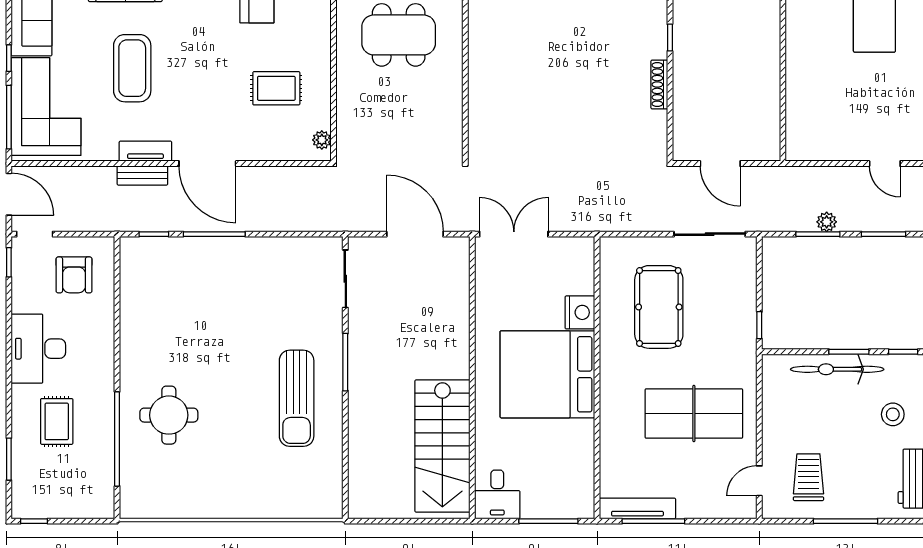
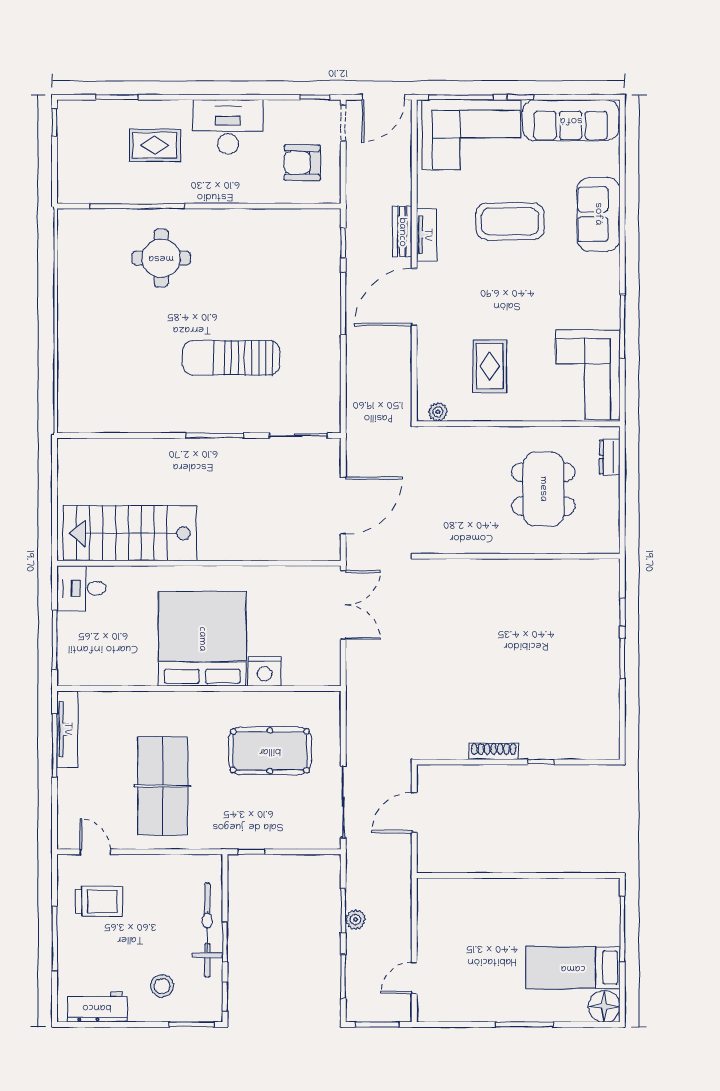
sun lounger: (297, 398) -> (231, 358), moved

